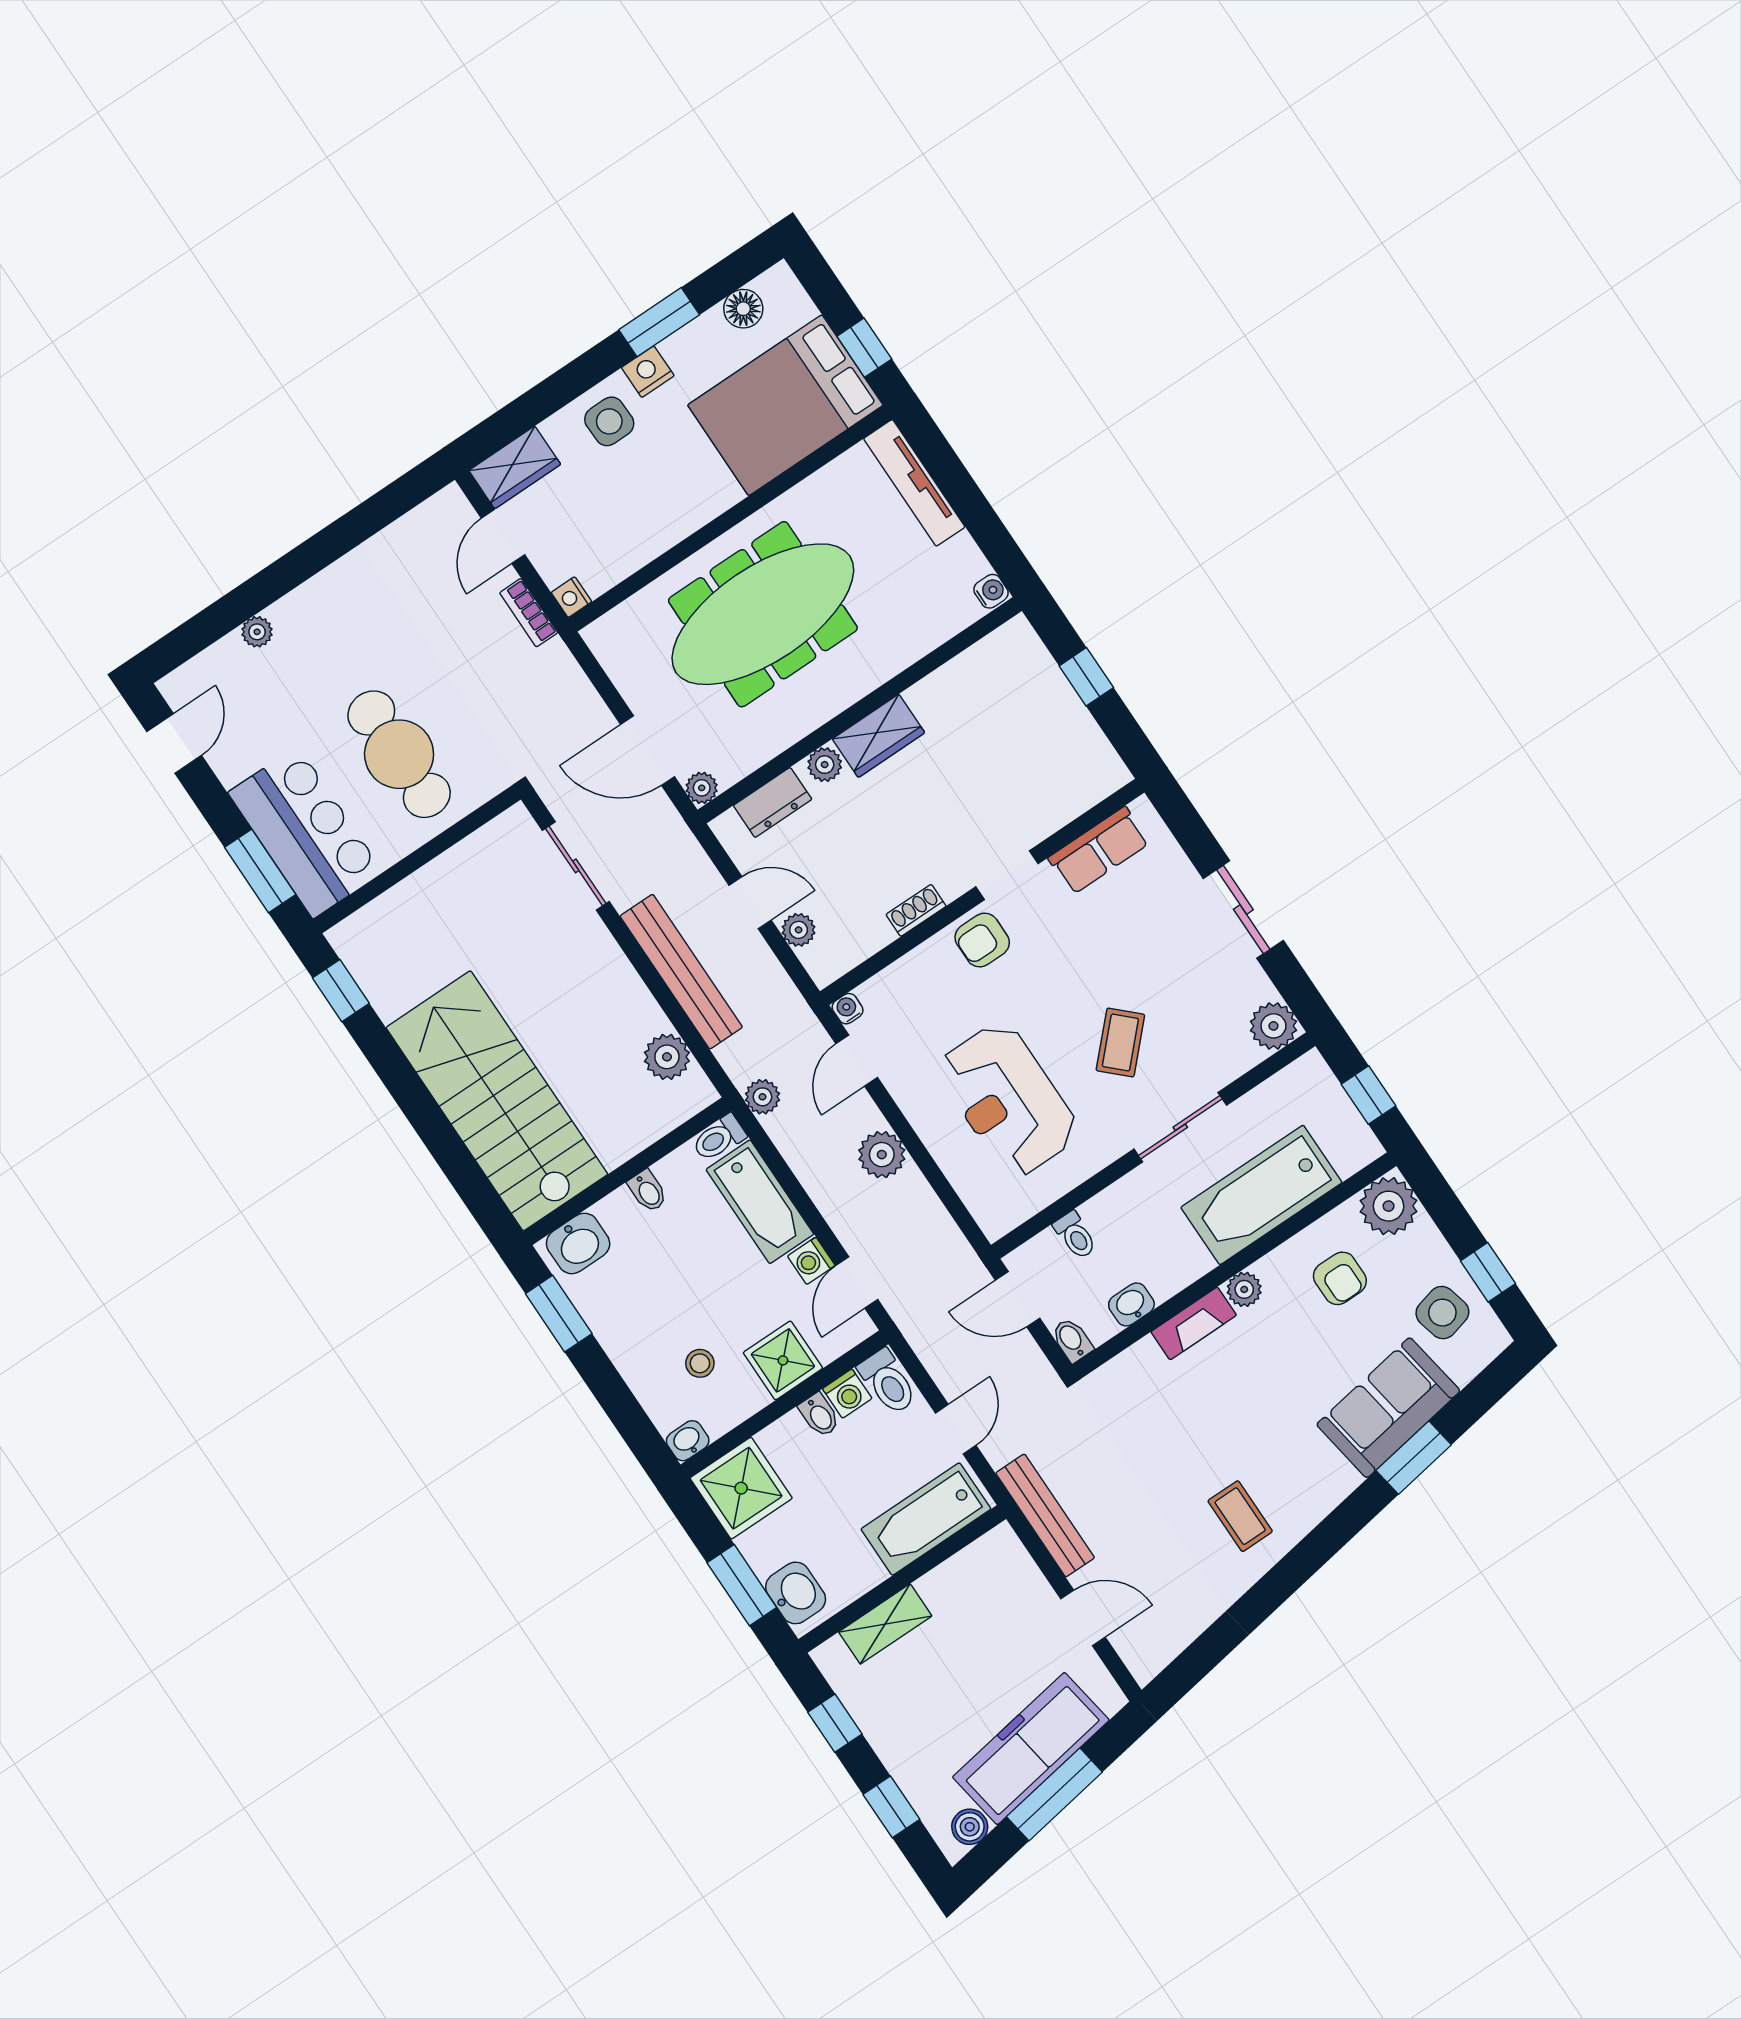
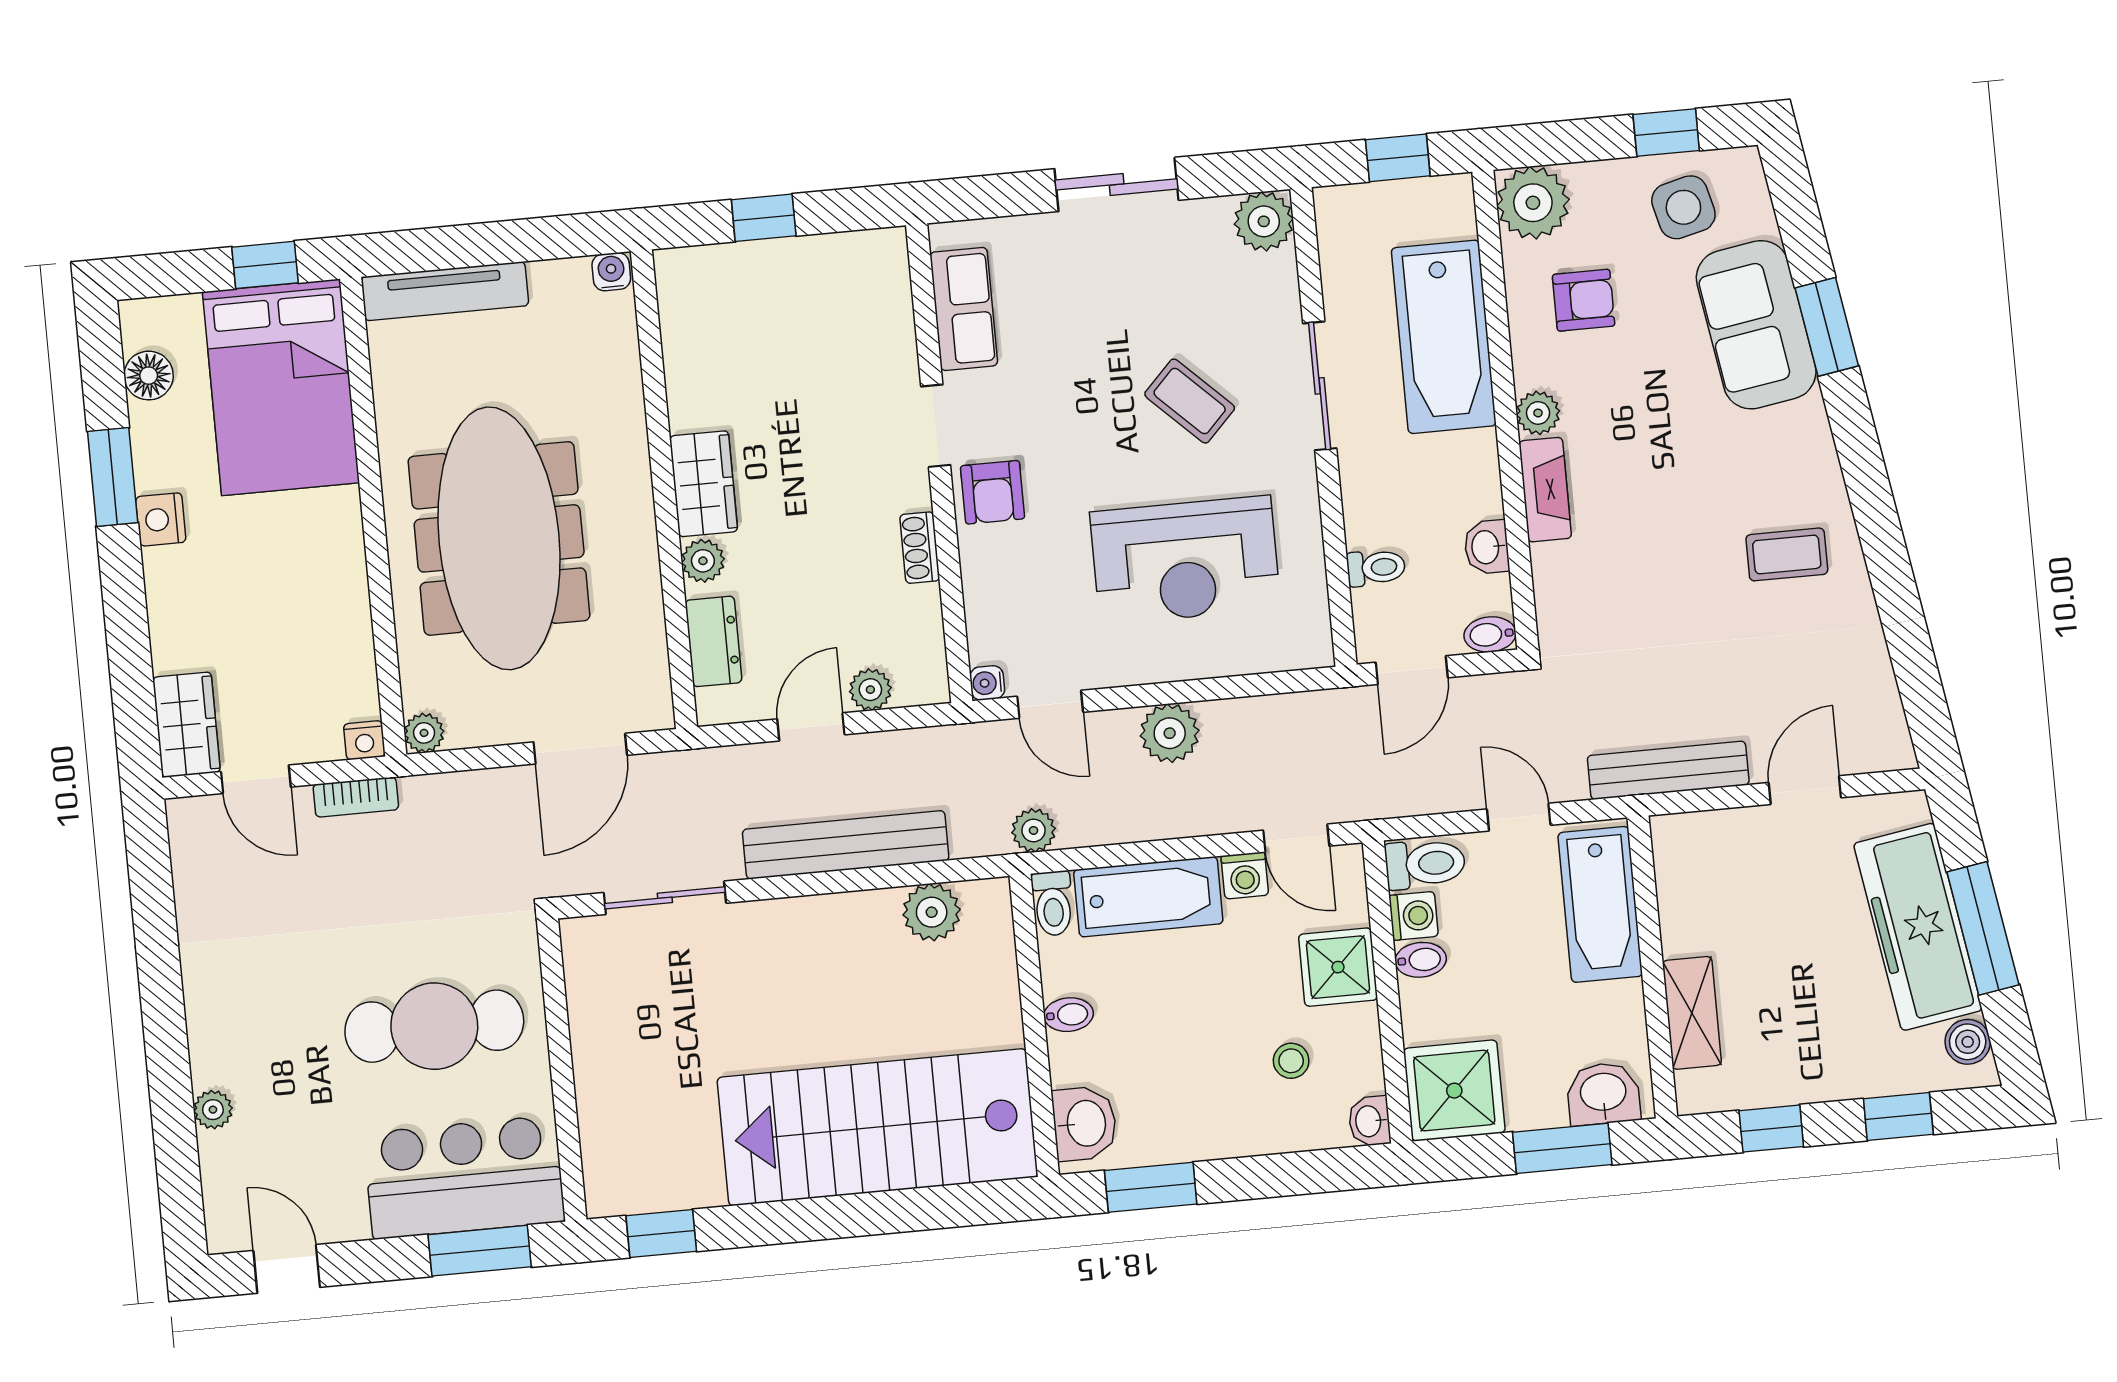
side table: (609, 421) -> (193, 592), removed
plant: (702, 788) -> (424, 733), moved

